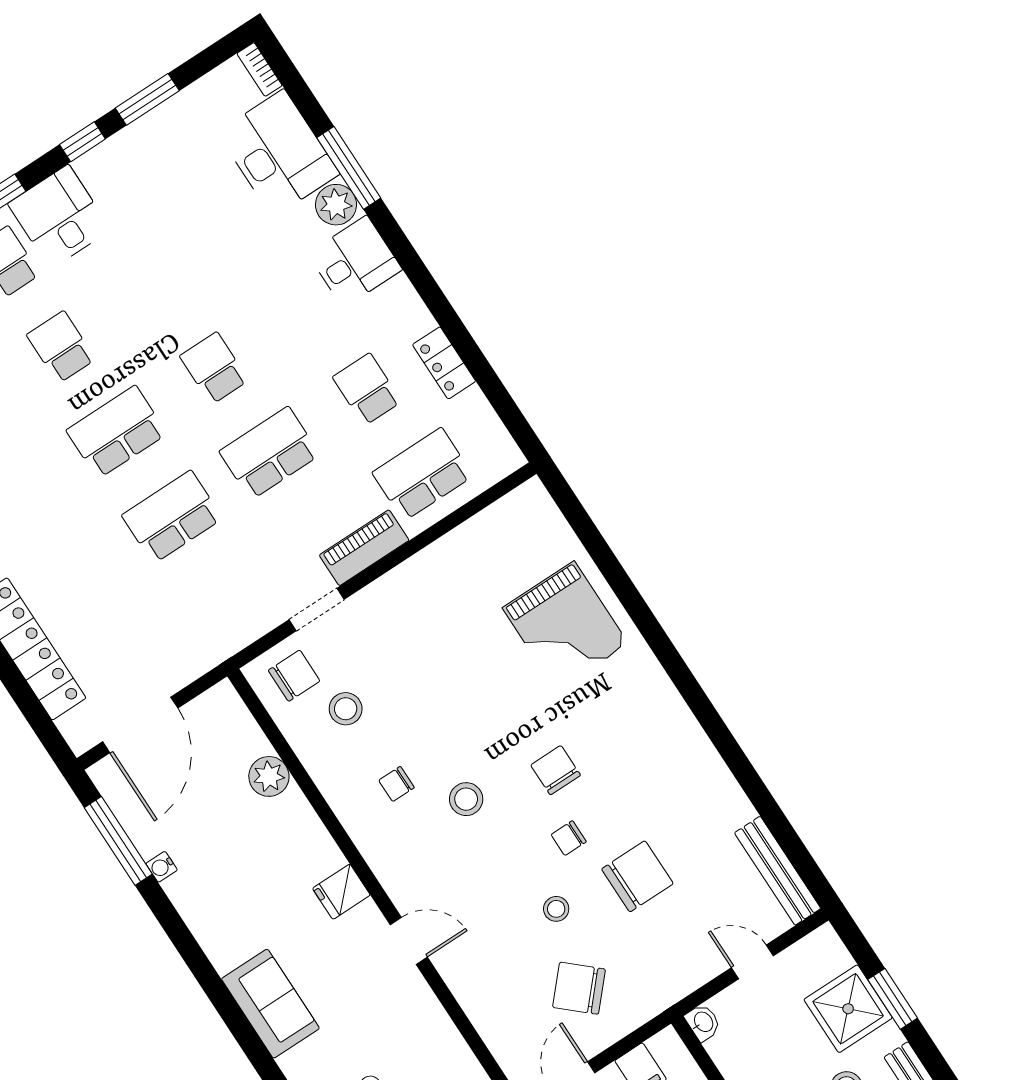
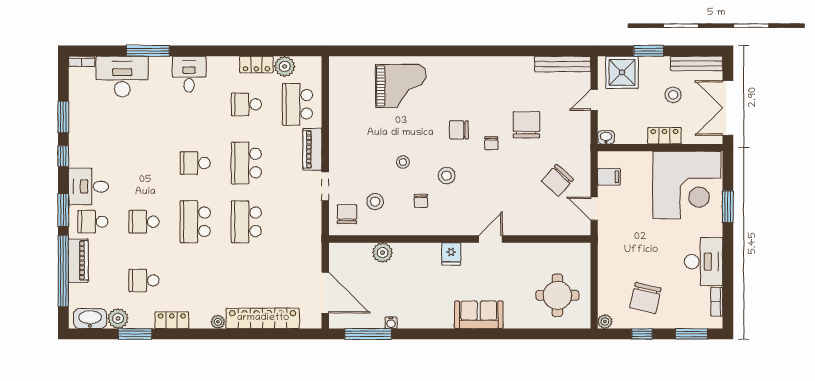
plant: (336, 205) -> (285, 66), moved
stool: (556, 909) -> (403, 162), moved
shower: (848, 1009) -> (622, 72), moved

